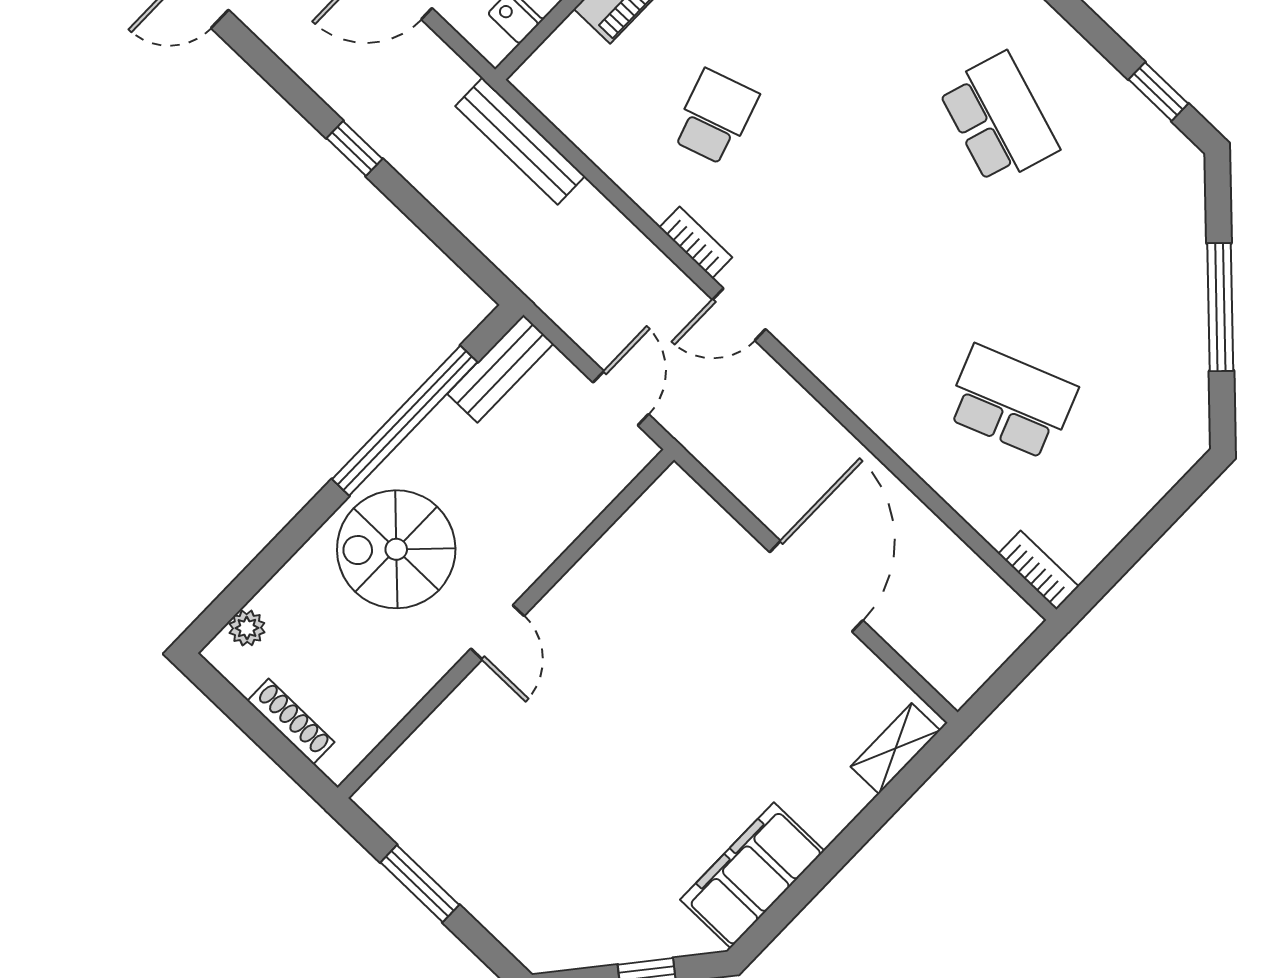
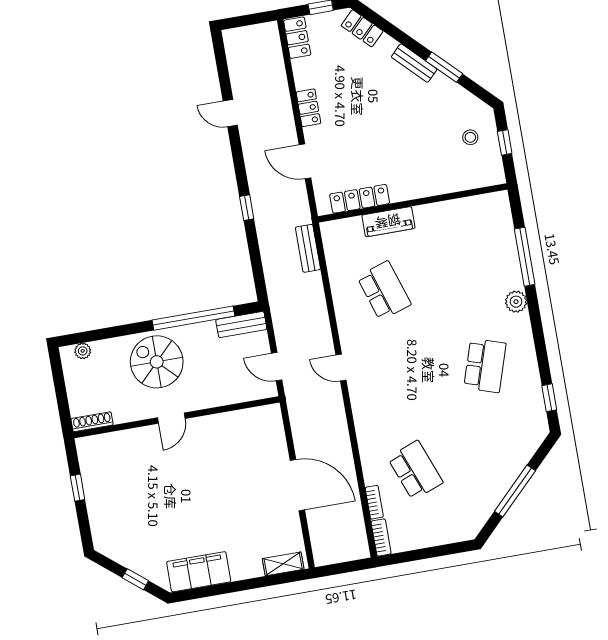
school desk: (715, 117) -> (384, 291), width x1.85
bench: (520, 141) -> (308, 248), width x0.73
bookcase: (696, 242) -> (374, 502), moved
door: (621, 398) -> (277, 367), swing flipped
door: (816, 586) -> (297, 485), hinge flipped
shoe rack: (291, 721) -> (92, 422), moved, turned -90
window: (420, 884) -> (78, 488), width x0.67

